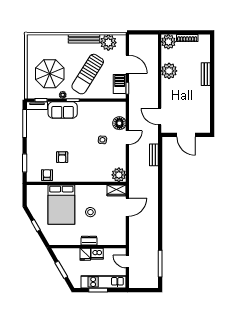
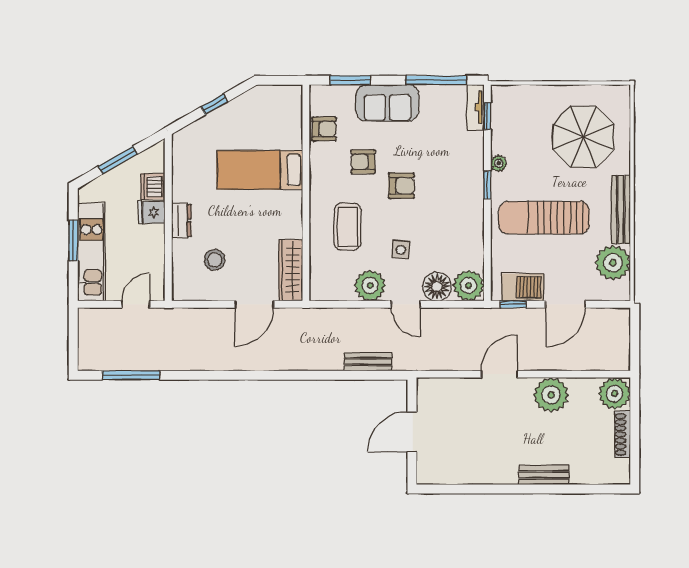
parasol: (50, 74) -> (583, 137), moved
sun lounger: (88, 74) -> (544, 218), turned -32
plant: (119, 109) -> (469, 286), added
sofa: (63, 110) -> (387, 103), moved, turned -90
door: (160, 116) -> (499, 374), moved
armchair: (73, 140) -> (401, 186), added
coffee table: (92, 164) -> (347, 227), added
plant: (119, 175) -> (370, 285), moved
wardrobe: (117, 190) -> (291, 270), width x1.50
bed: (61, 205) -> (260, 170), width x0.67
door: (127, 207) -> (254, 304), hinge flipped
stool: (90, 212) -> (215, 260), moved
dishwasher: (97, 254) -> (153, 186), moved

